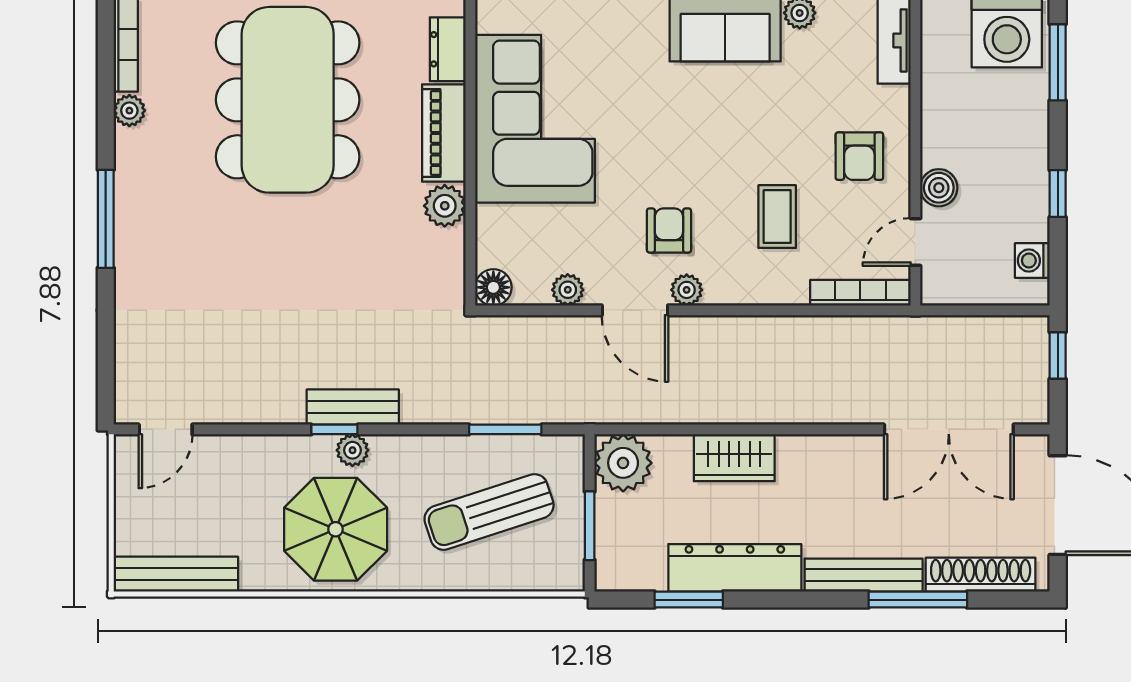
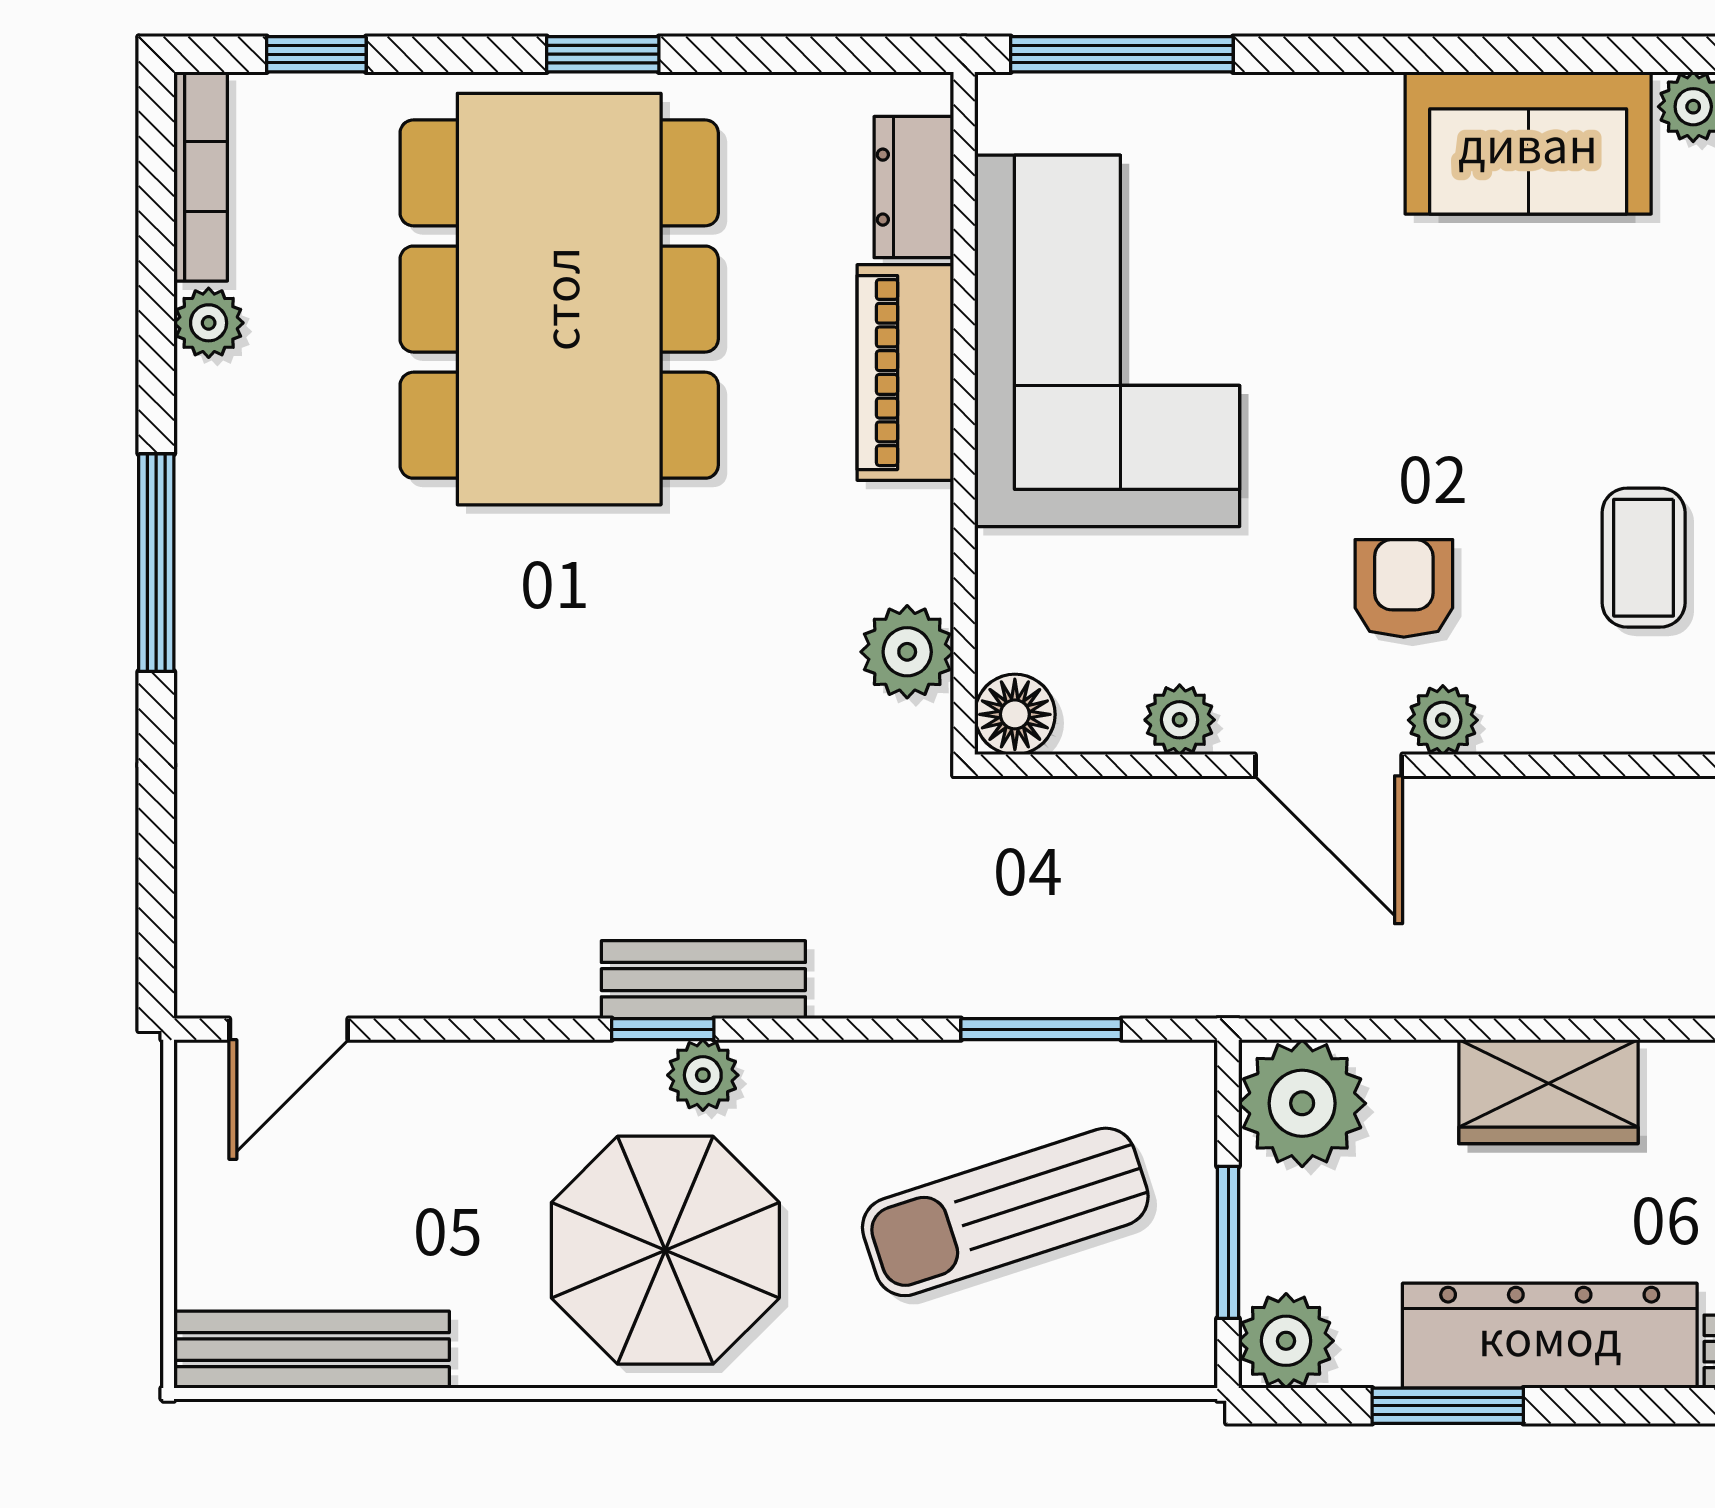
plant: (445, 206) -> (907, 652), moved
plant: (616, 570) -> (1286, 1341), added

